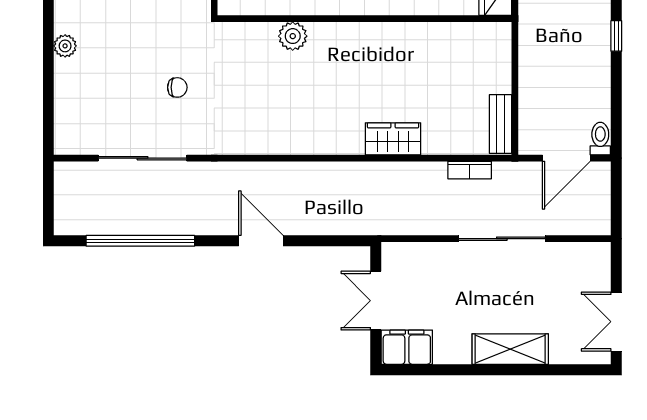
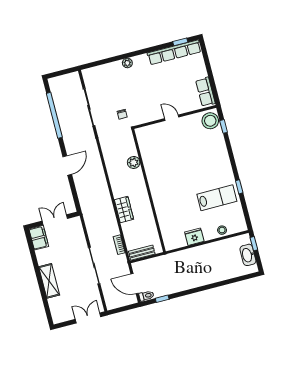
wall: (365, 19) -> (149, 190), moved
plant: (293, 36) -> (134, 162), moved
window: (616, 36) -> (162, 299), moved
double door: (616, 322) -> (88, 318), moved

